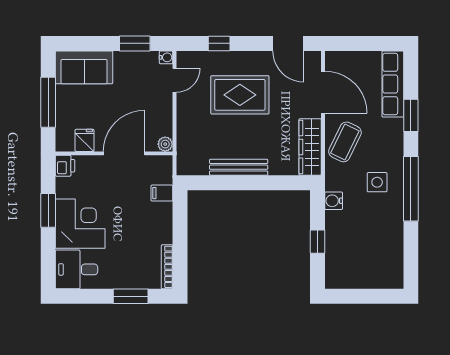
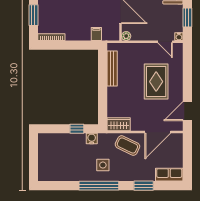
window: (219, 43) -> (187, 69), removed
row of seats: (393, 84) -> (169, 175), width x0.68
wardrobe: (310, 147) -> (119, 124), width x0.67
bench: (239, 167) -> (112, 69), moved
window: (317, 242) -> (77, 129), moved

